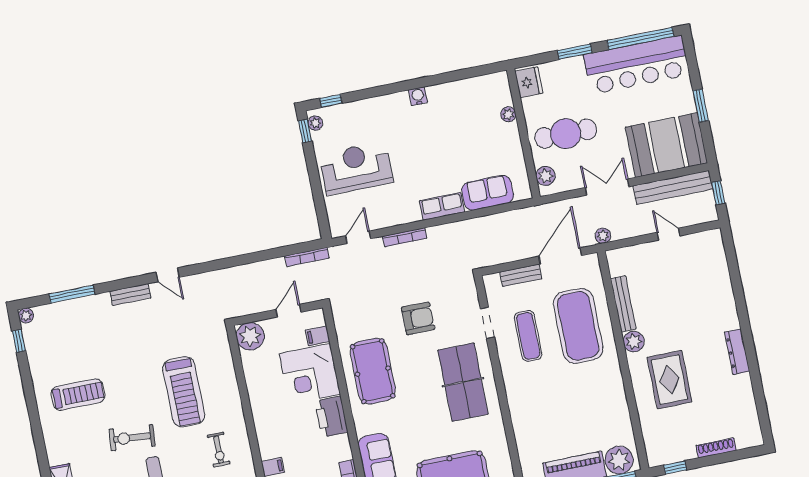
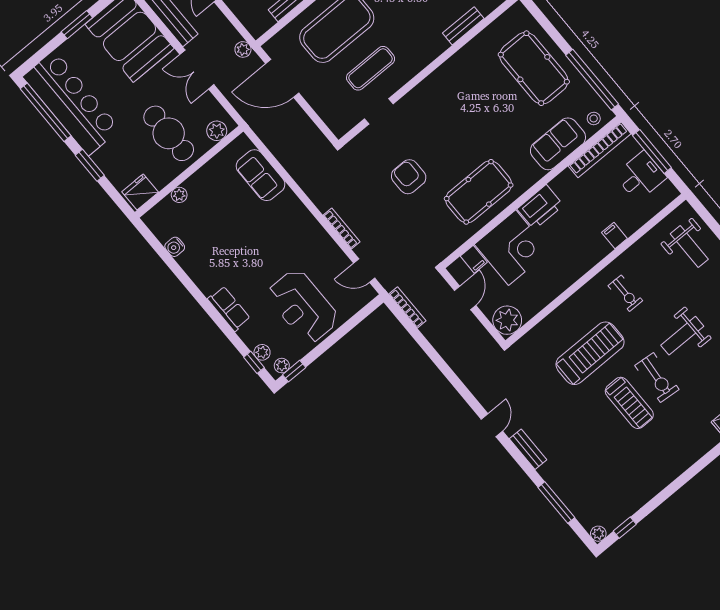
water cooler: (418, 96) -> (175, 247), moved
plant: (336, 112) -> (262, 352), added
row of seats: (442, 206) -> (229, 309), moved, turned 180
bench: (521, 275) -> (463, 26), moved, turned 90
door: (289, 311) -> (465, 298), swing flipped
table tennis table: (463, 382) -> (444, 105), removed
treadmill: (78, 395) -> (629, 403), moved, turned 180
exercise bike: (219, 450) -> (625, 293), turned 90

